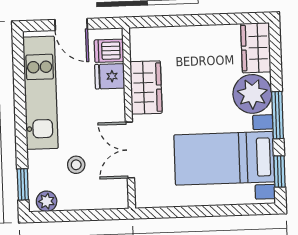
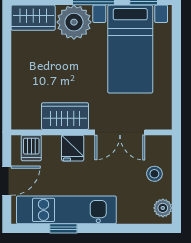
fridge: (110, 76) -> (73, 148), moved
stool: (76, 165) -> (154, 174), moved
window: (23, 184) -> (63, 228), moved

